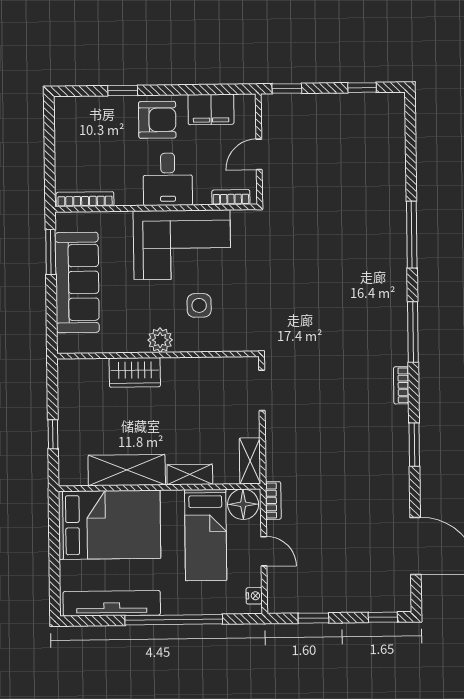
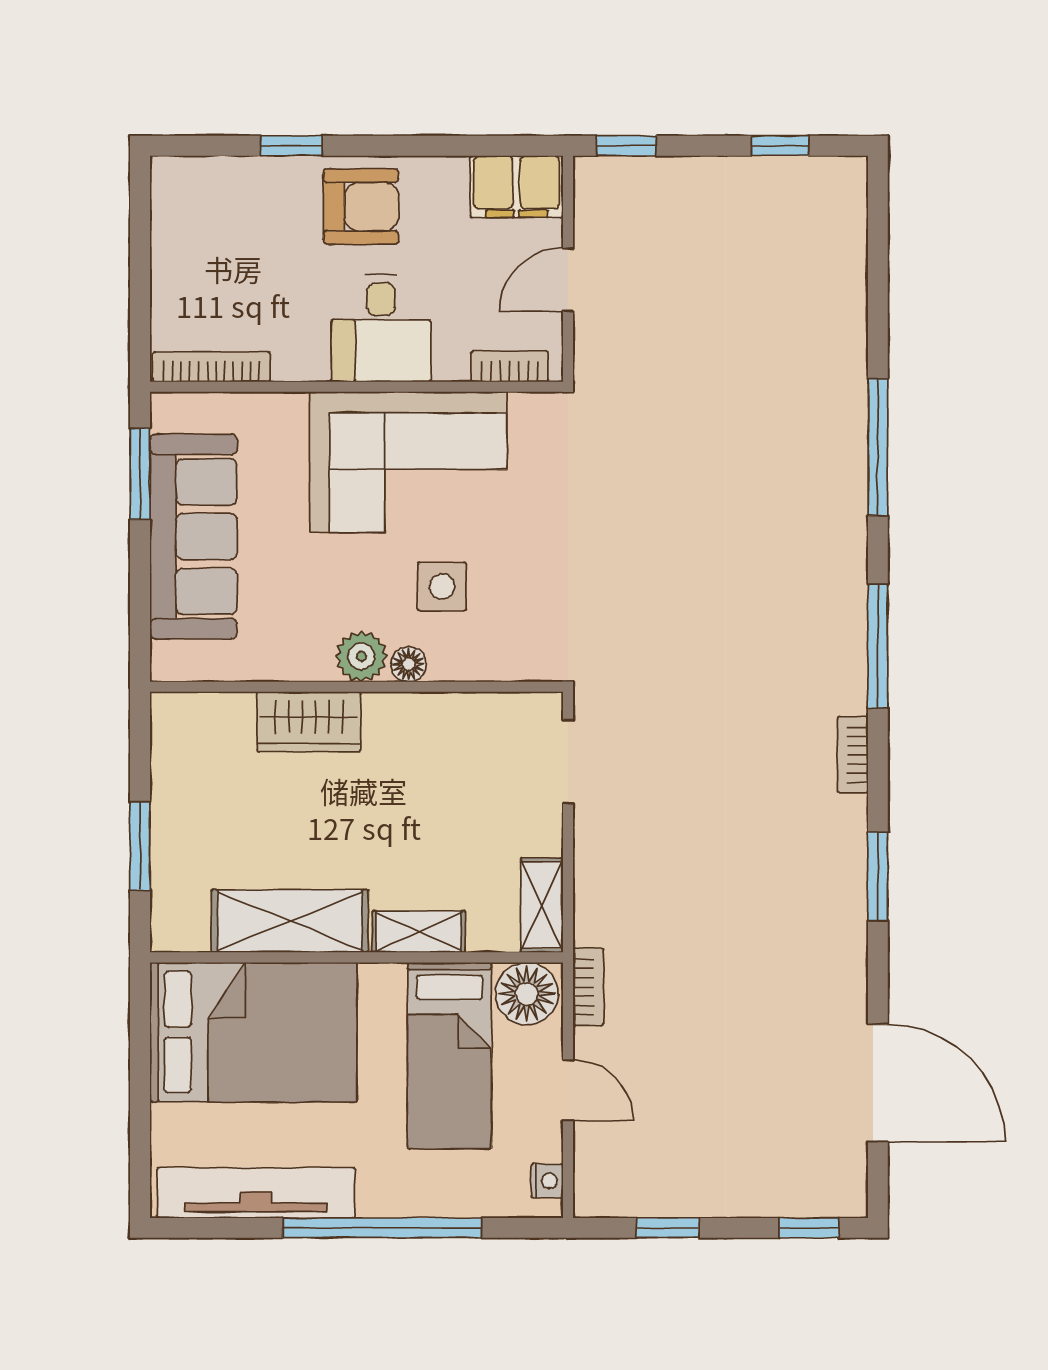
filing cabinet: (211, 109) -> (517, 187), moved
floor lamp: (183, 344) -> (409, 664), added
window: (53, 434) -> (140, 846), width x1.50

